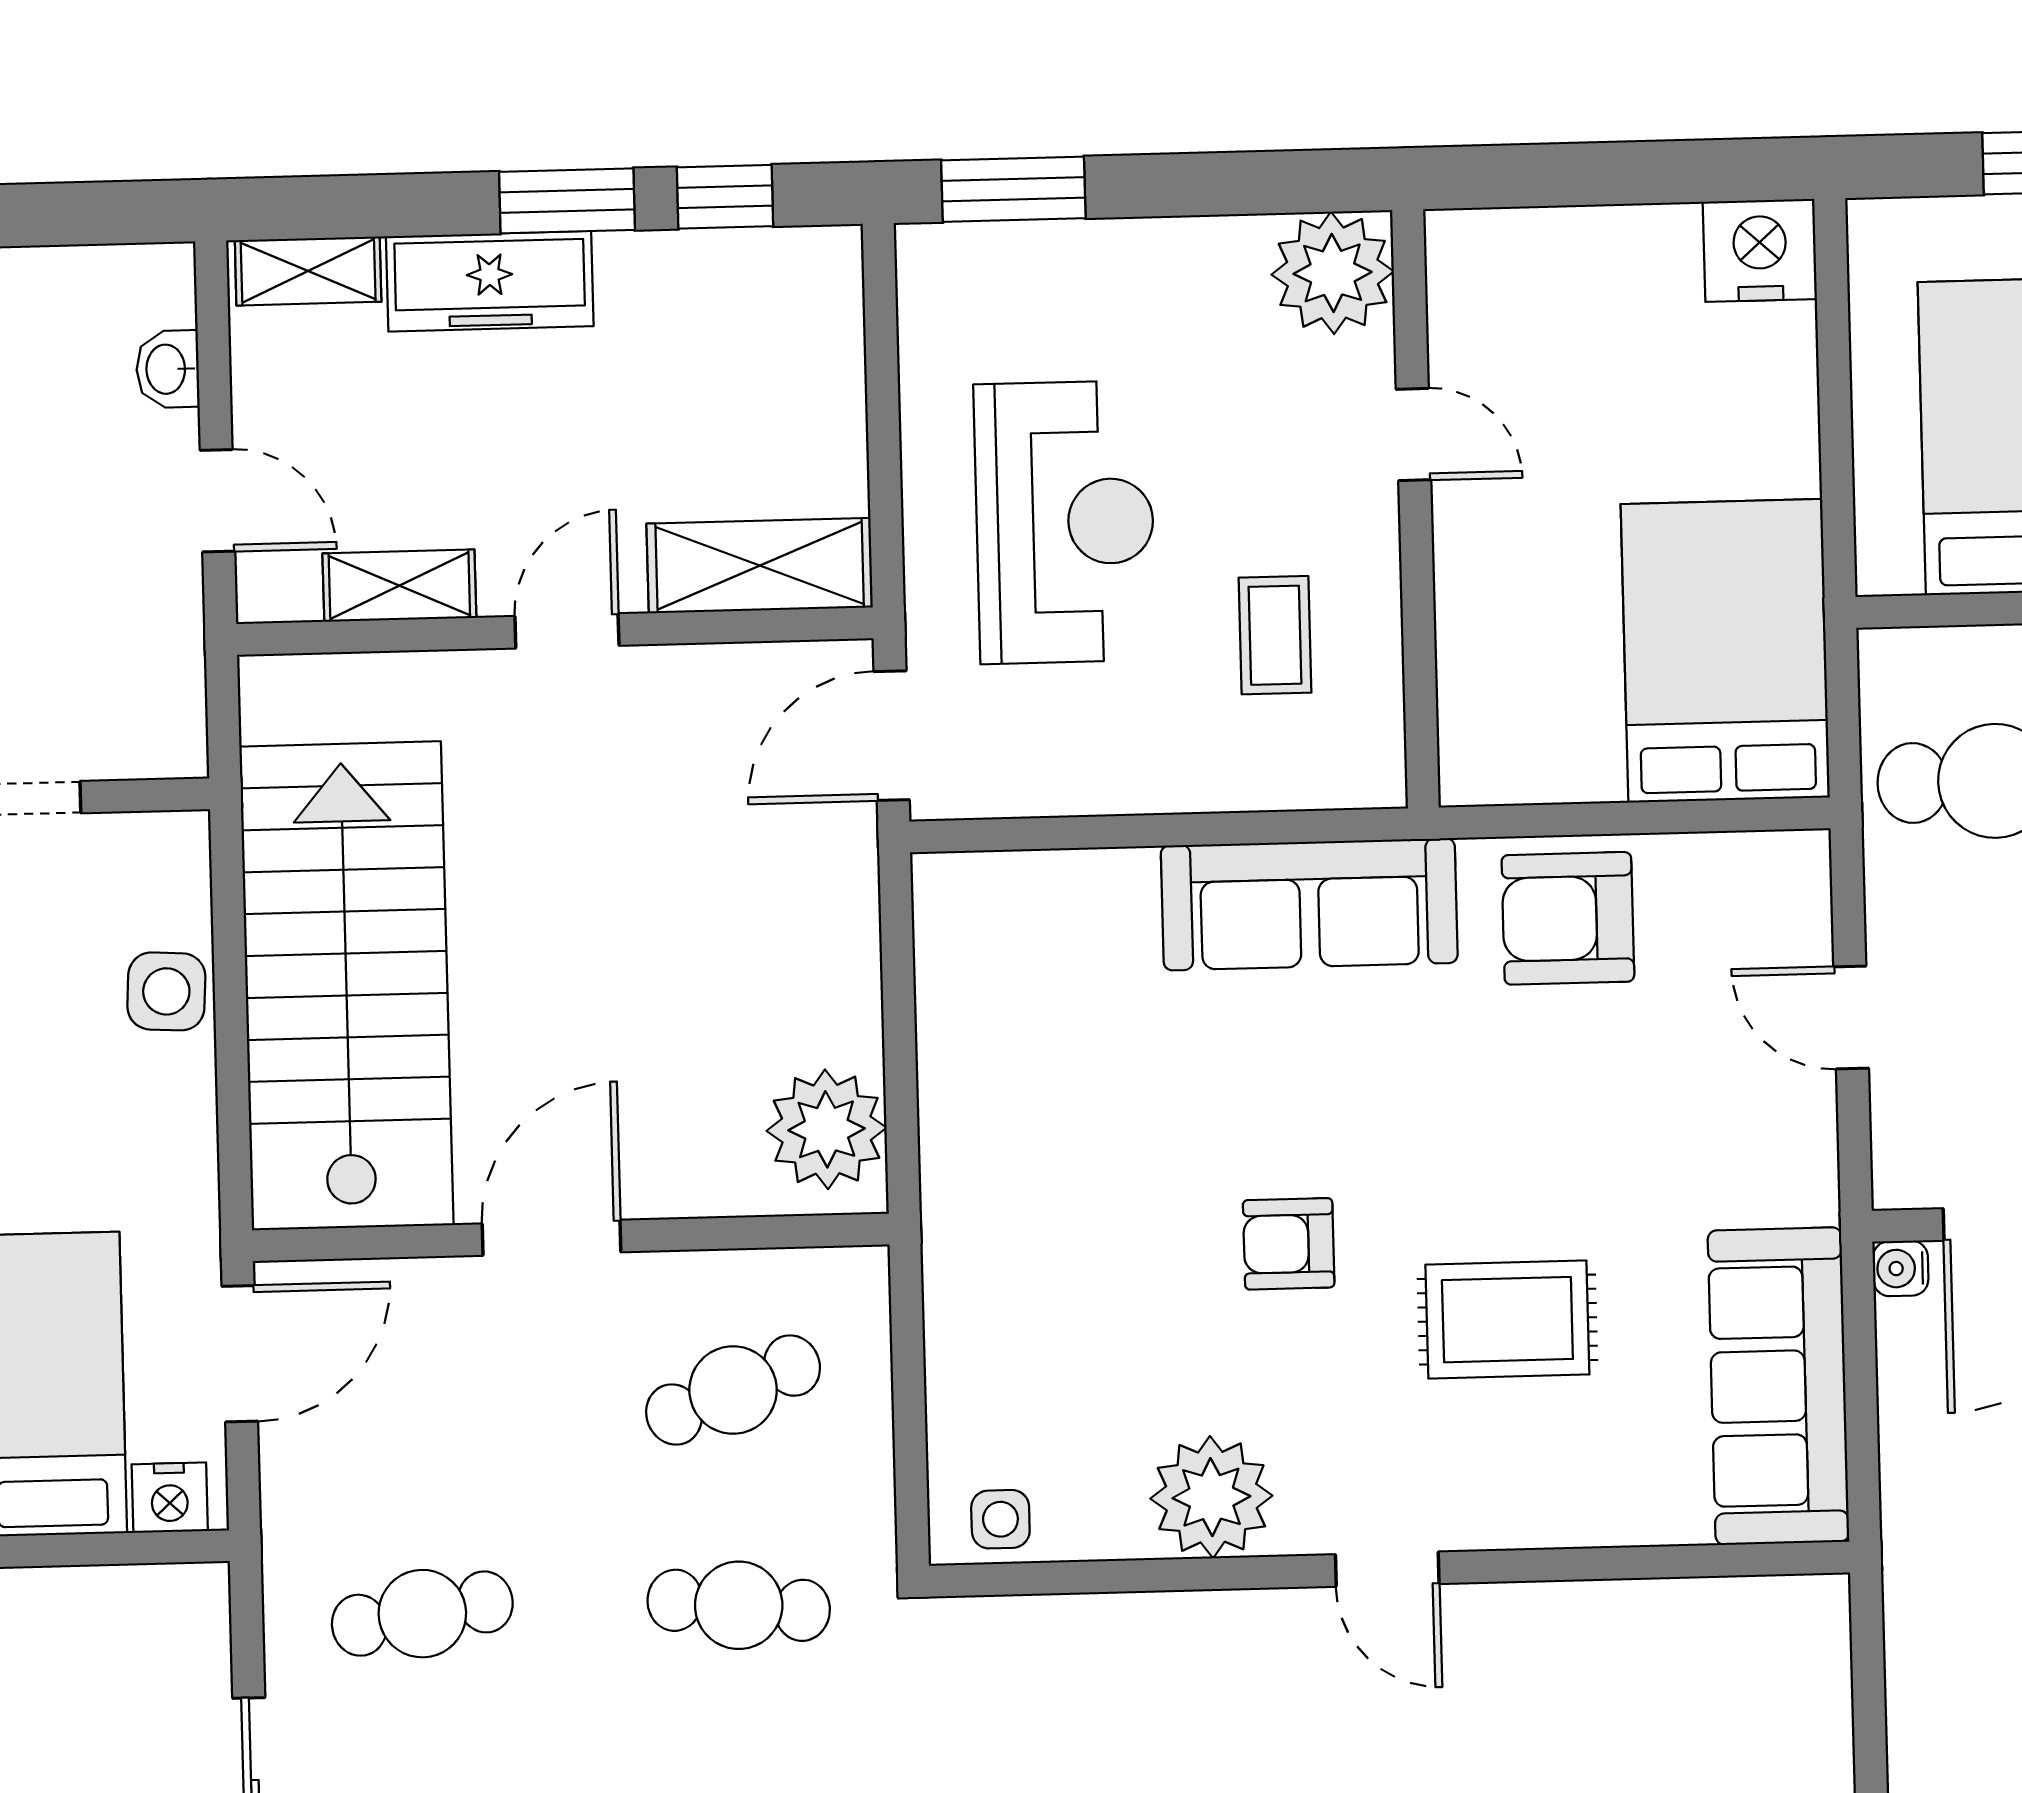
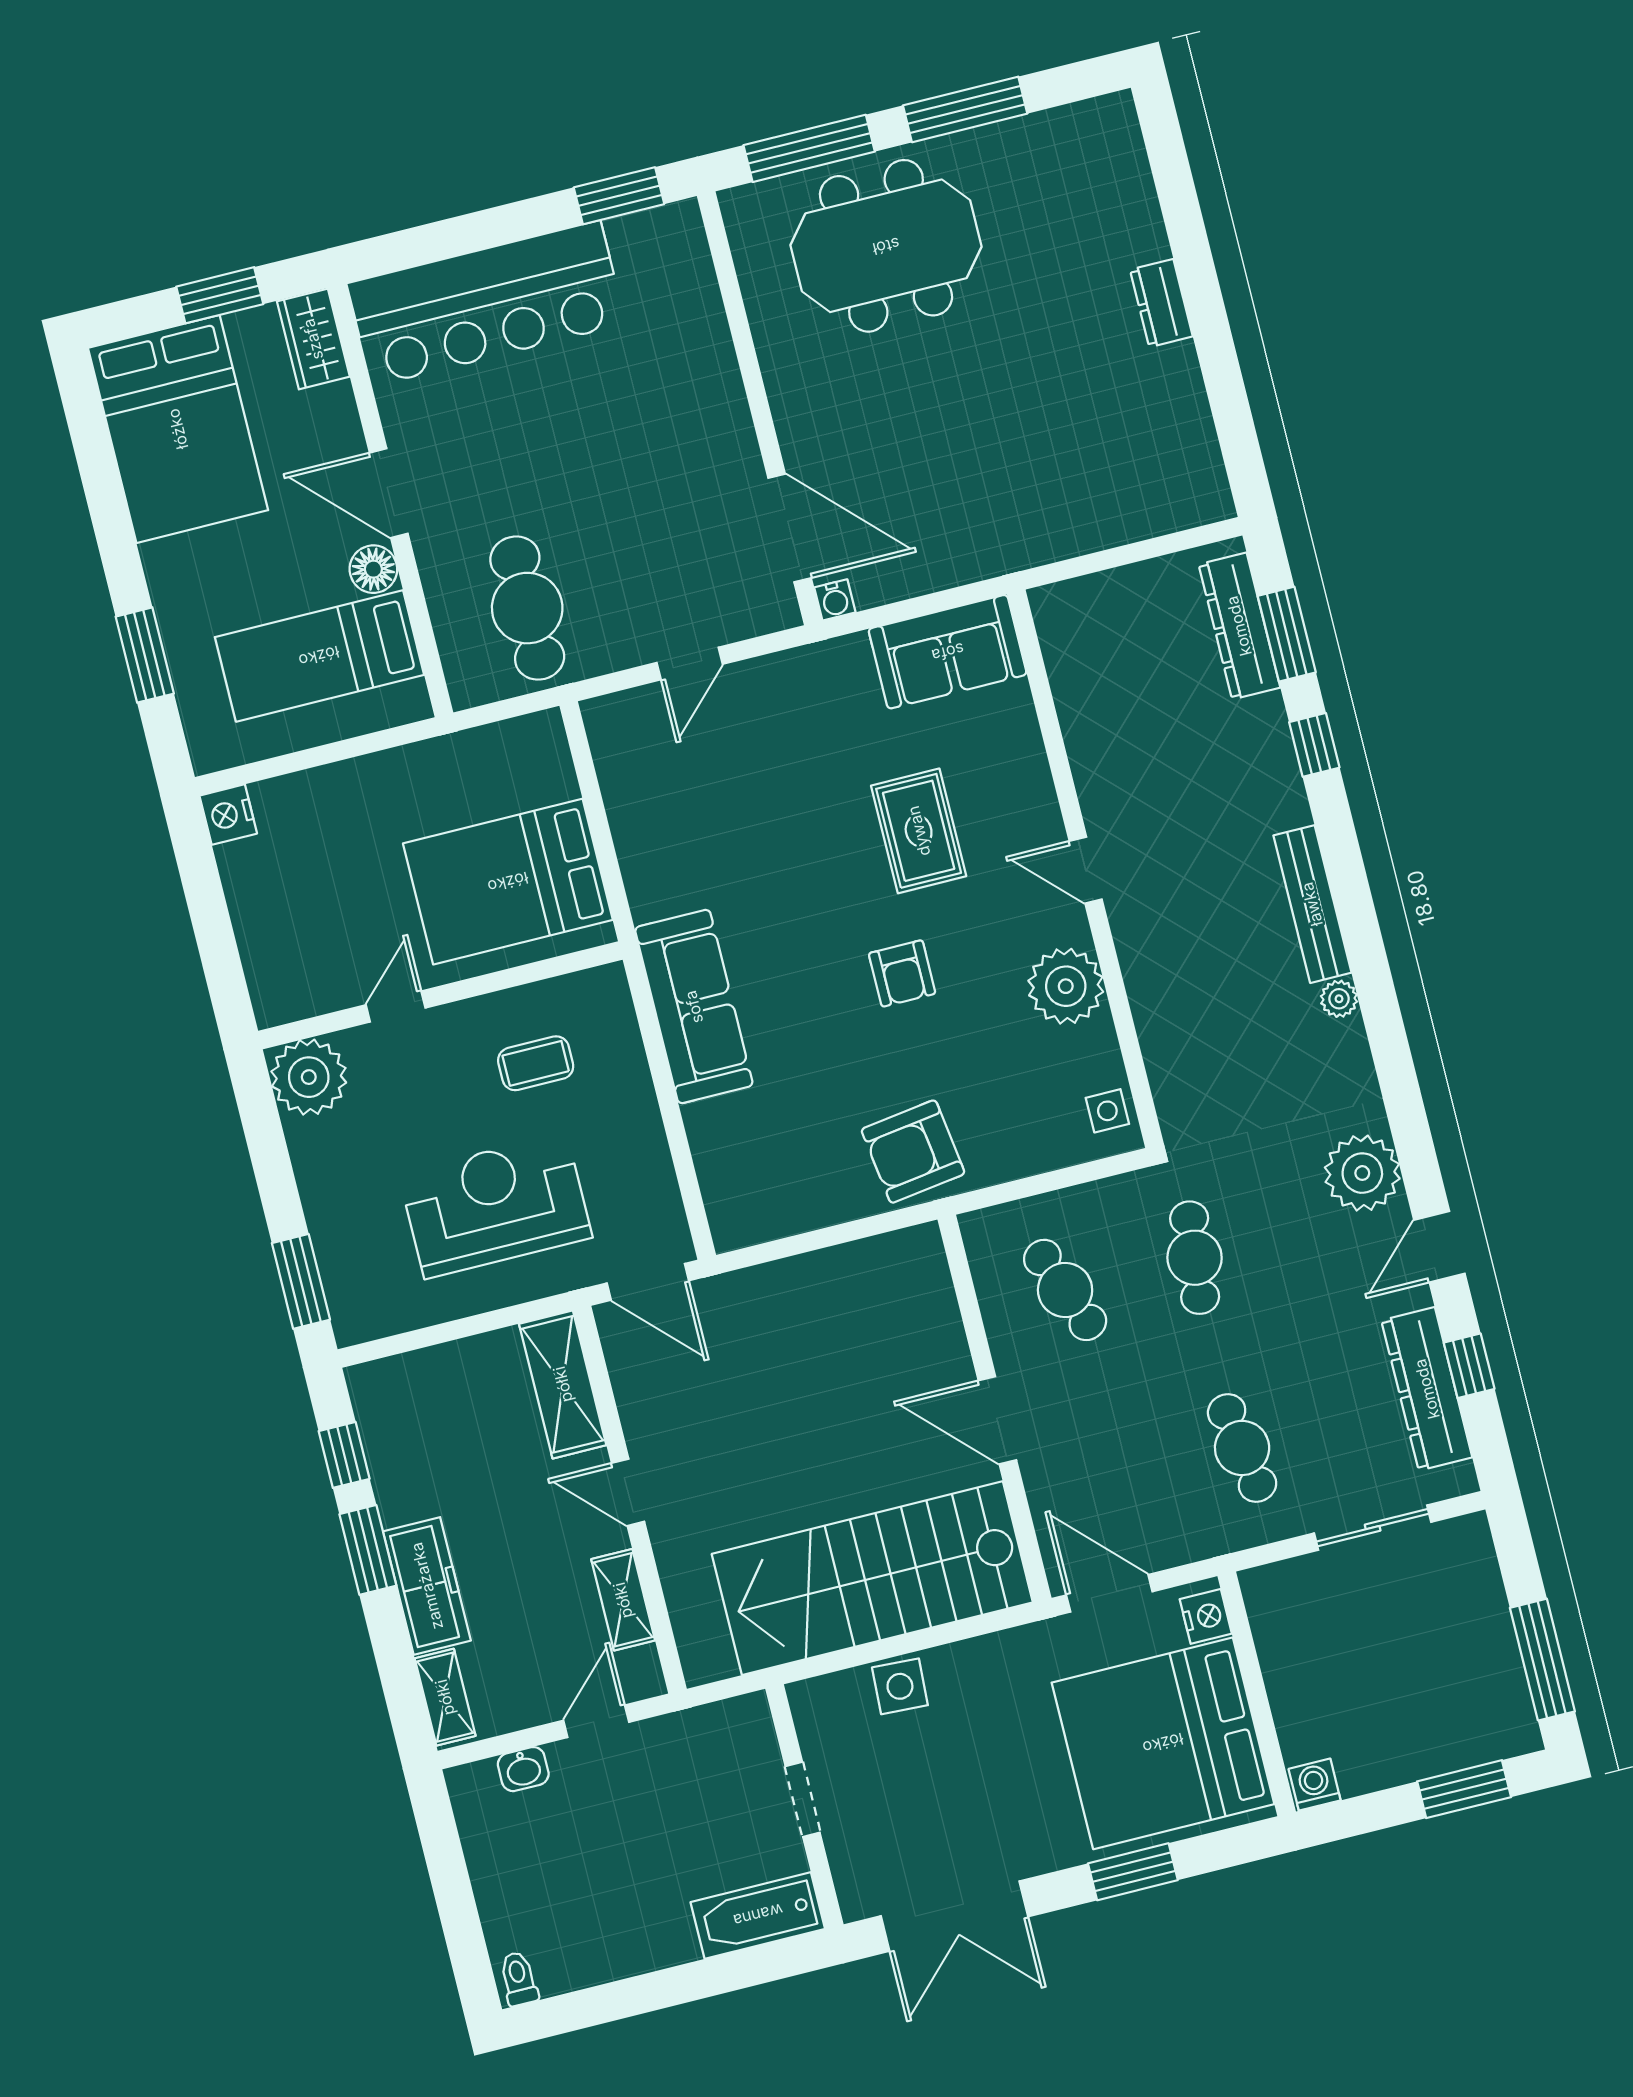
nightstand: (1760, 250) -> (228, 815), width x0.74, depth x0.75
bed: (1725, 651) -> (508, 882), moved
armchair: (1568, 918) -> (913, 1152), moved, turned 82
plant: (826, 1129) -> (895, 1268), removed
sofa: (1778, 1386) -> (948, 652), width x0.73
door: (1387, 1569) -> (1086, 870), swing flipped

